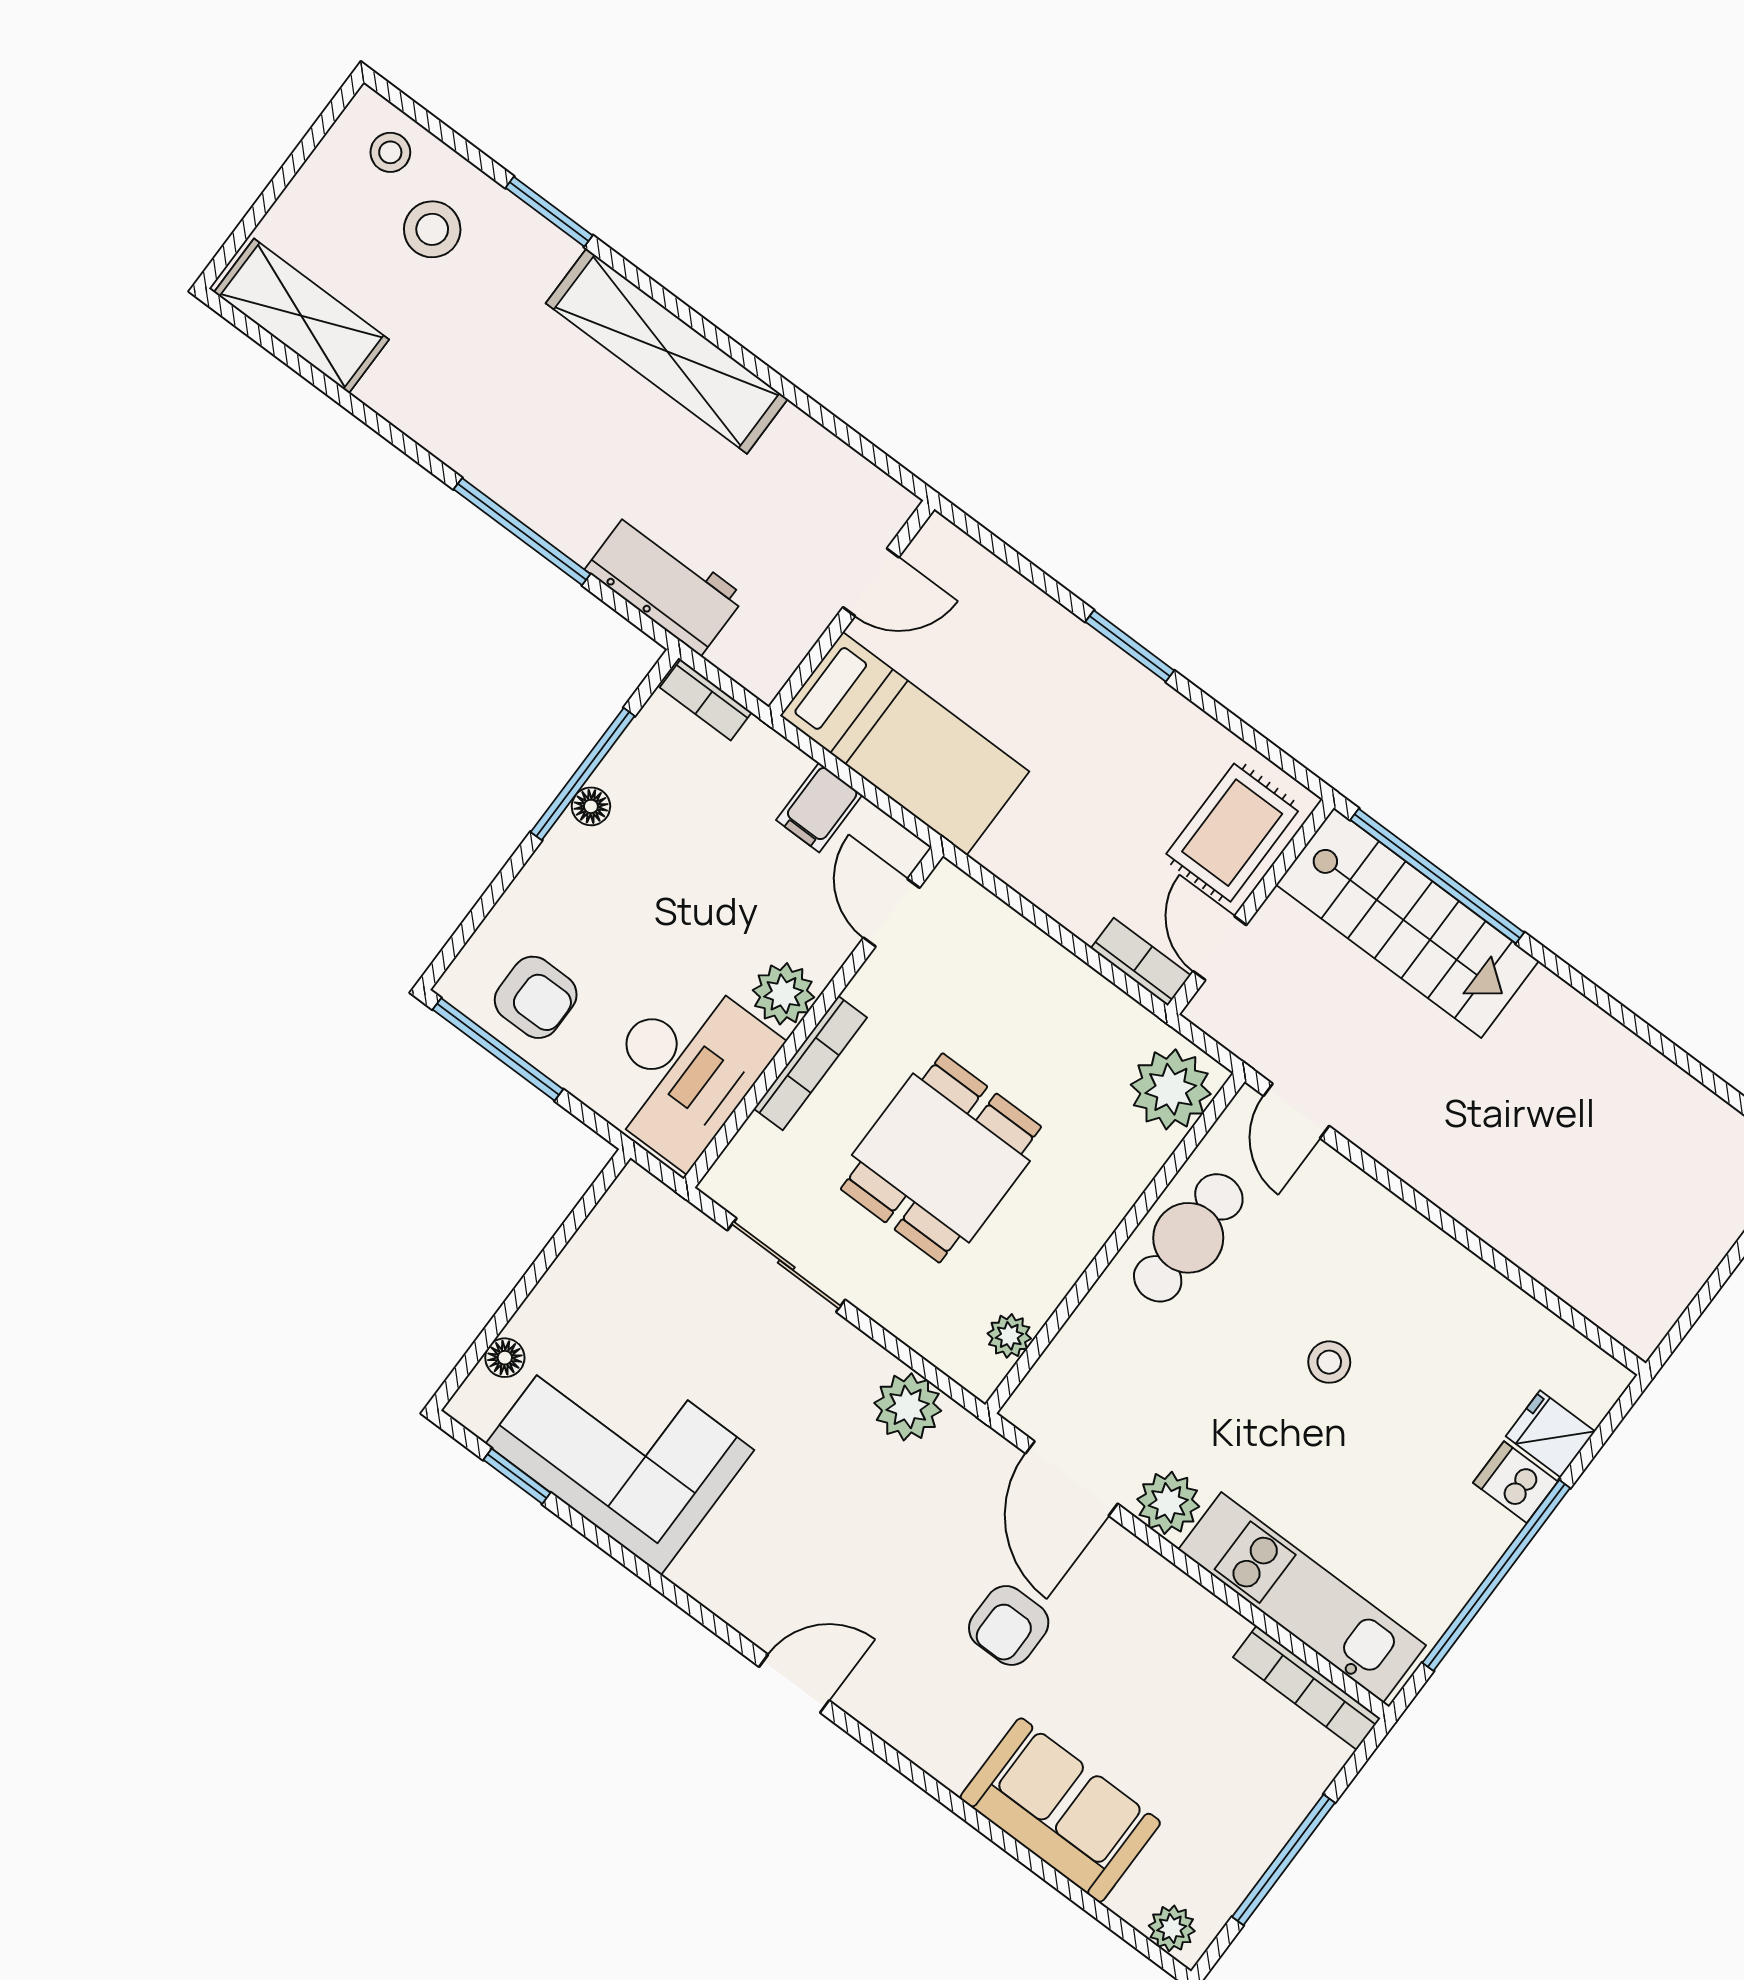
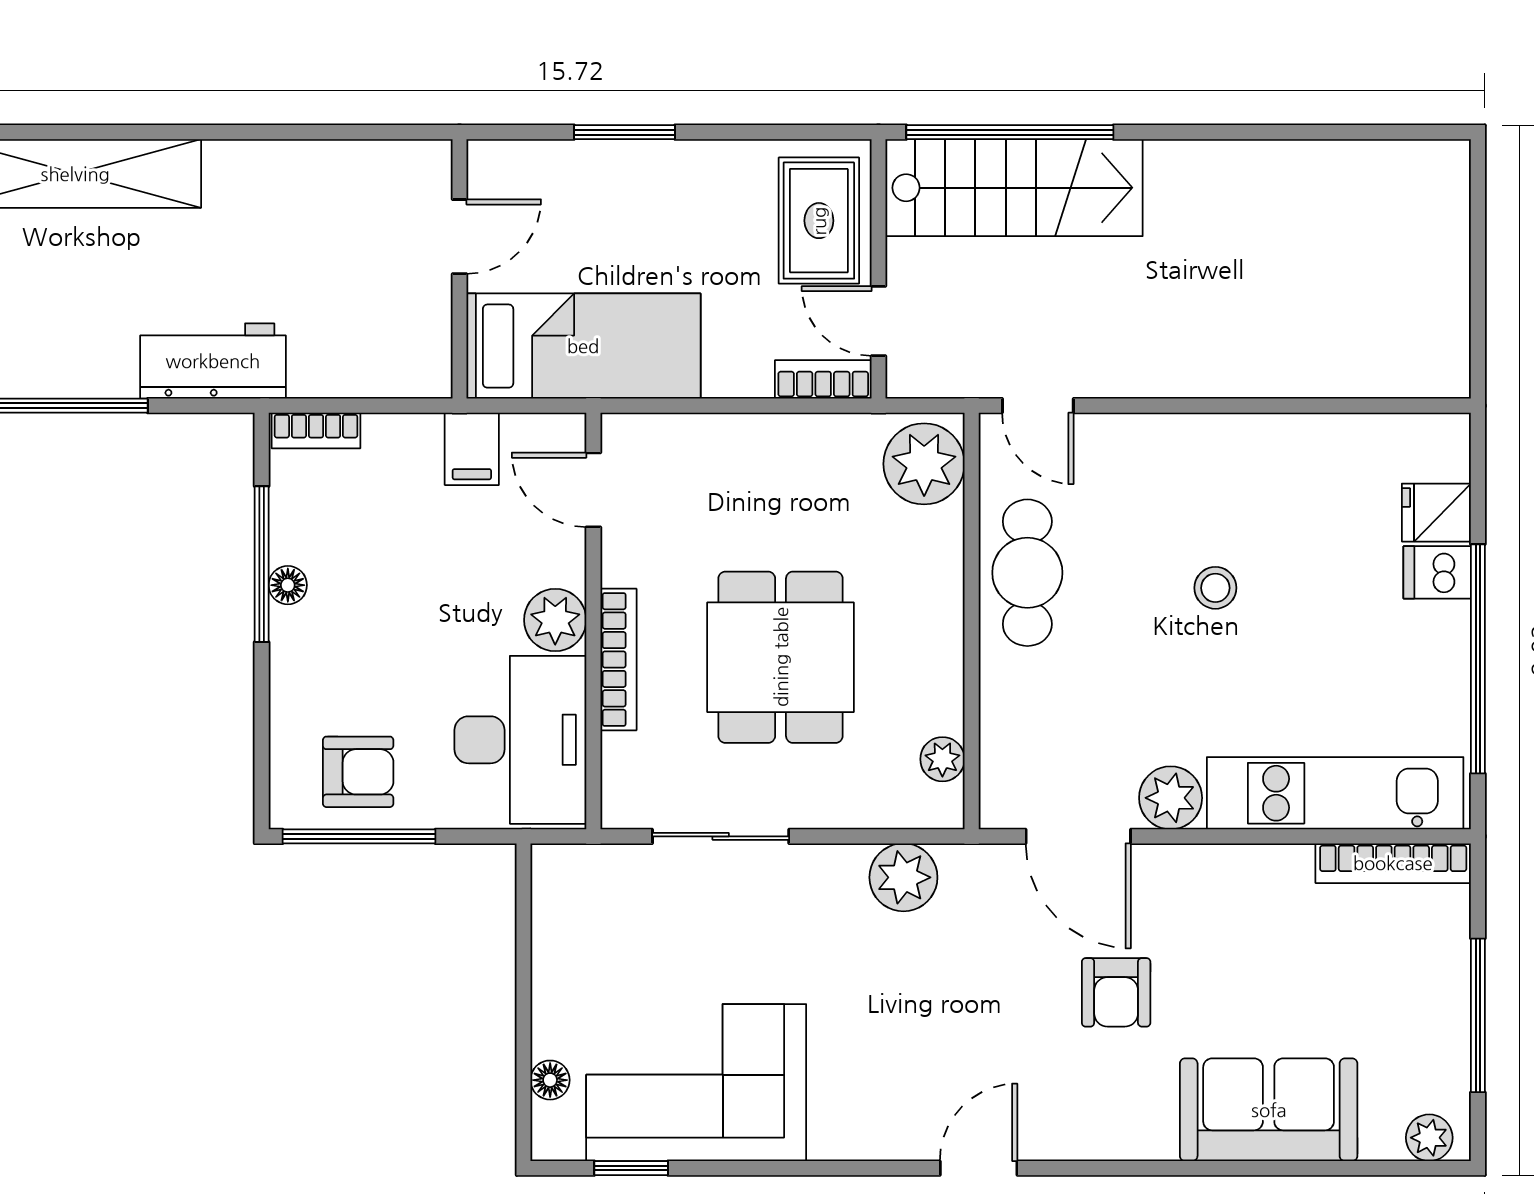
door: (871, 582) -> (459, 237), moved
wall: (852, 608) -> (459, 269), moved
bed: (904, 744) -> (583, 346), moved

